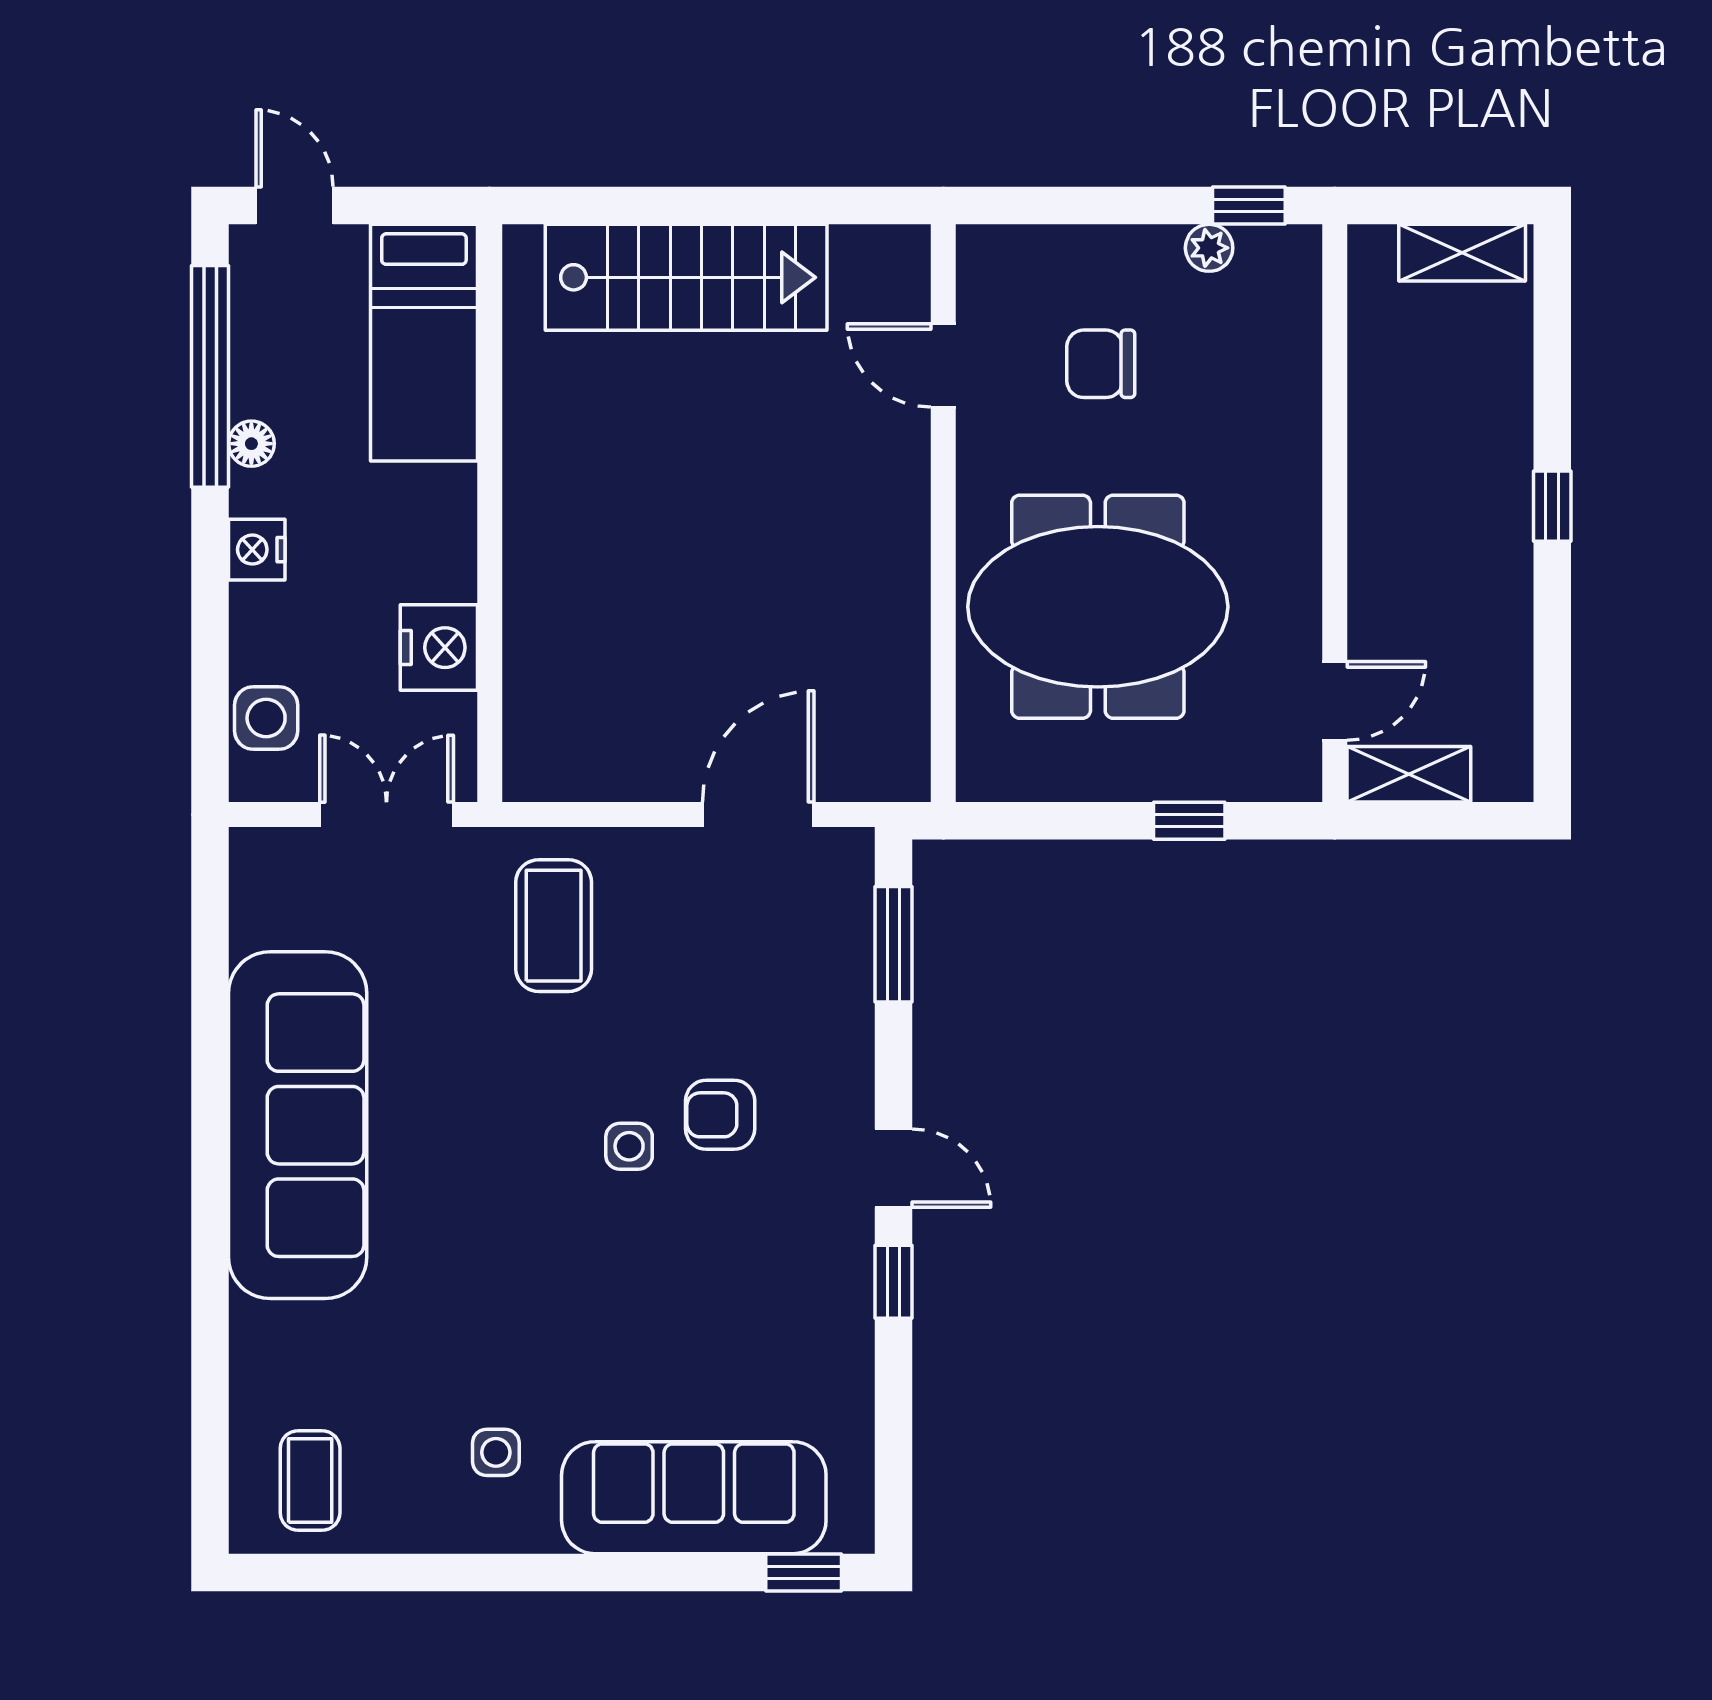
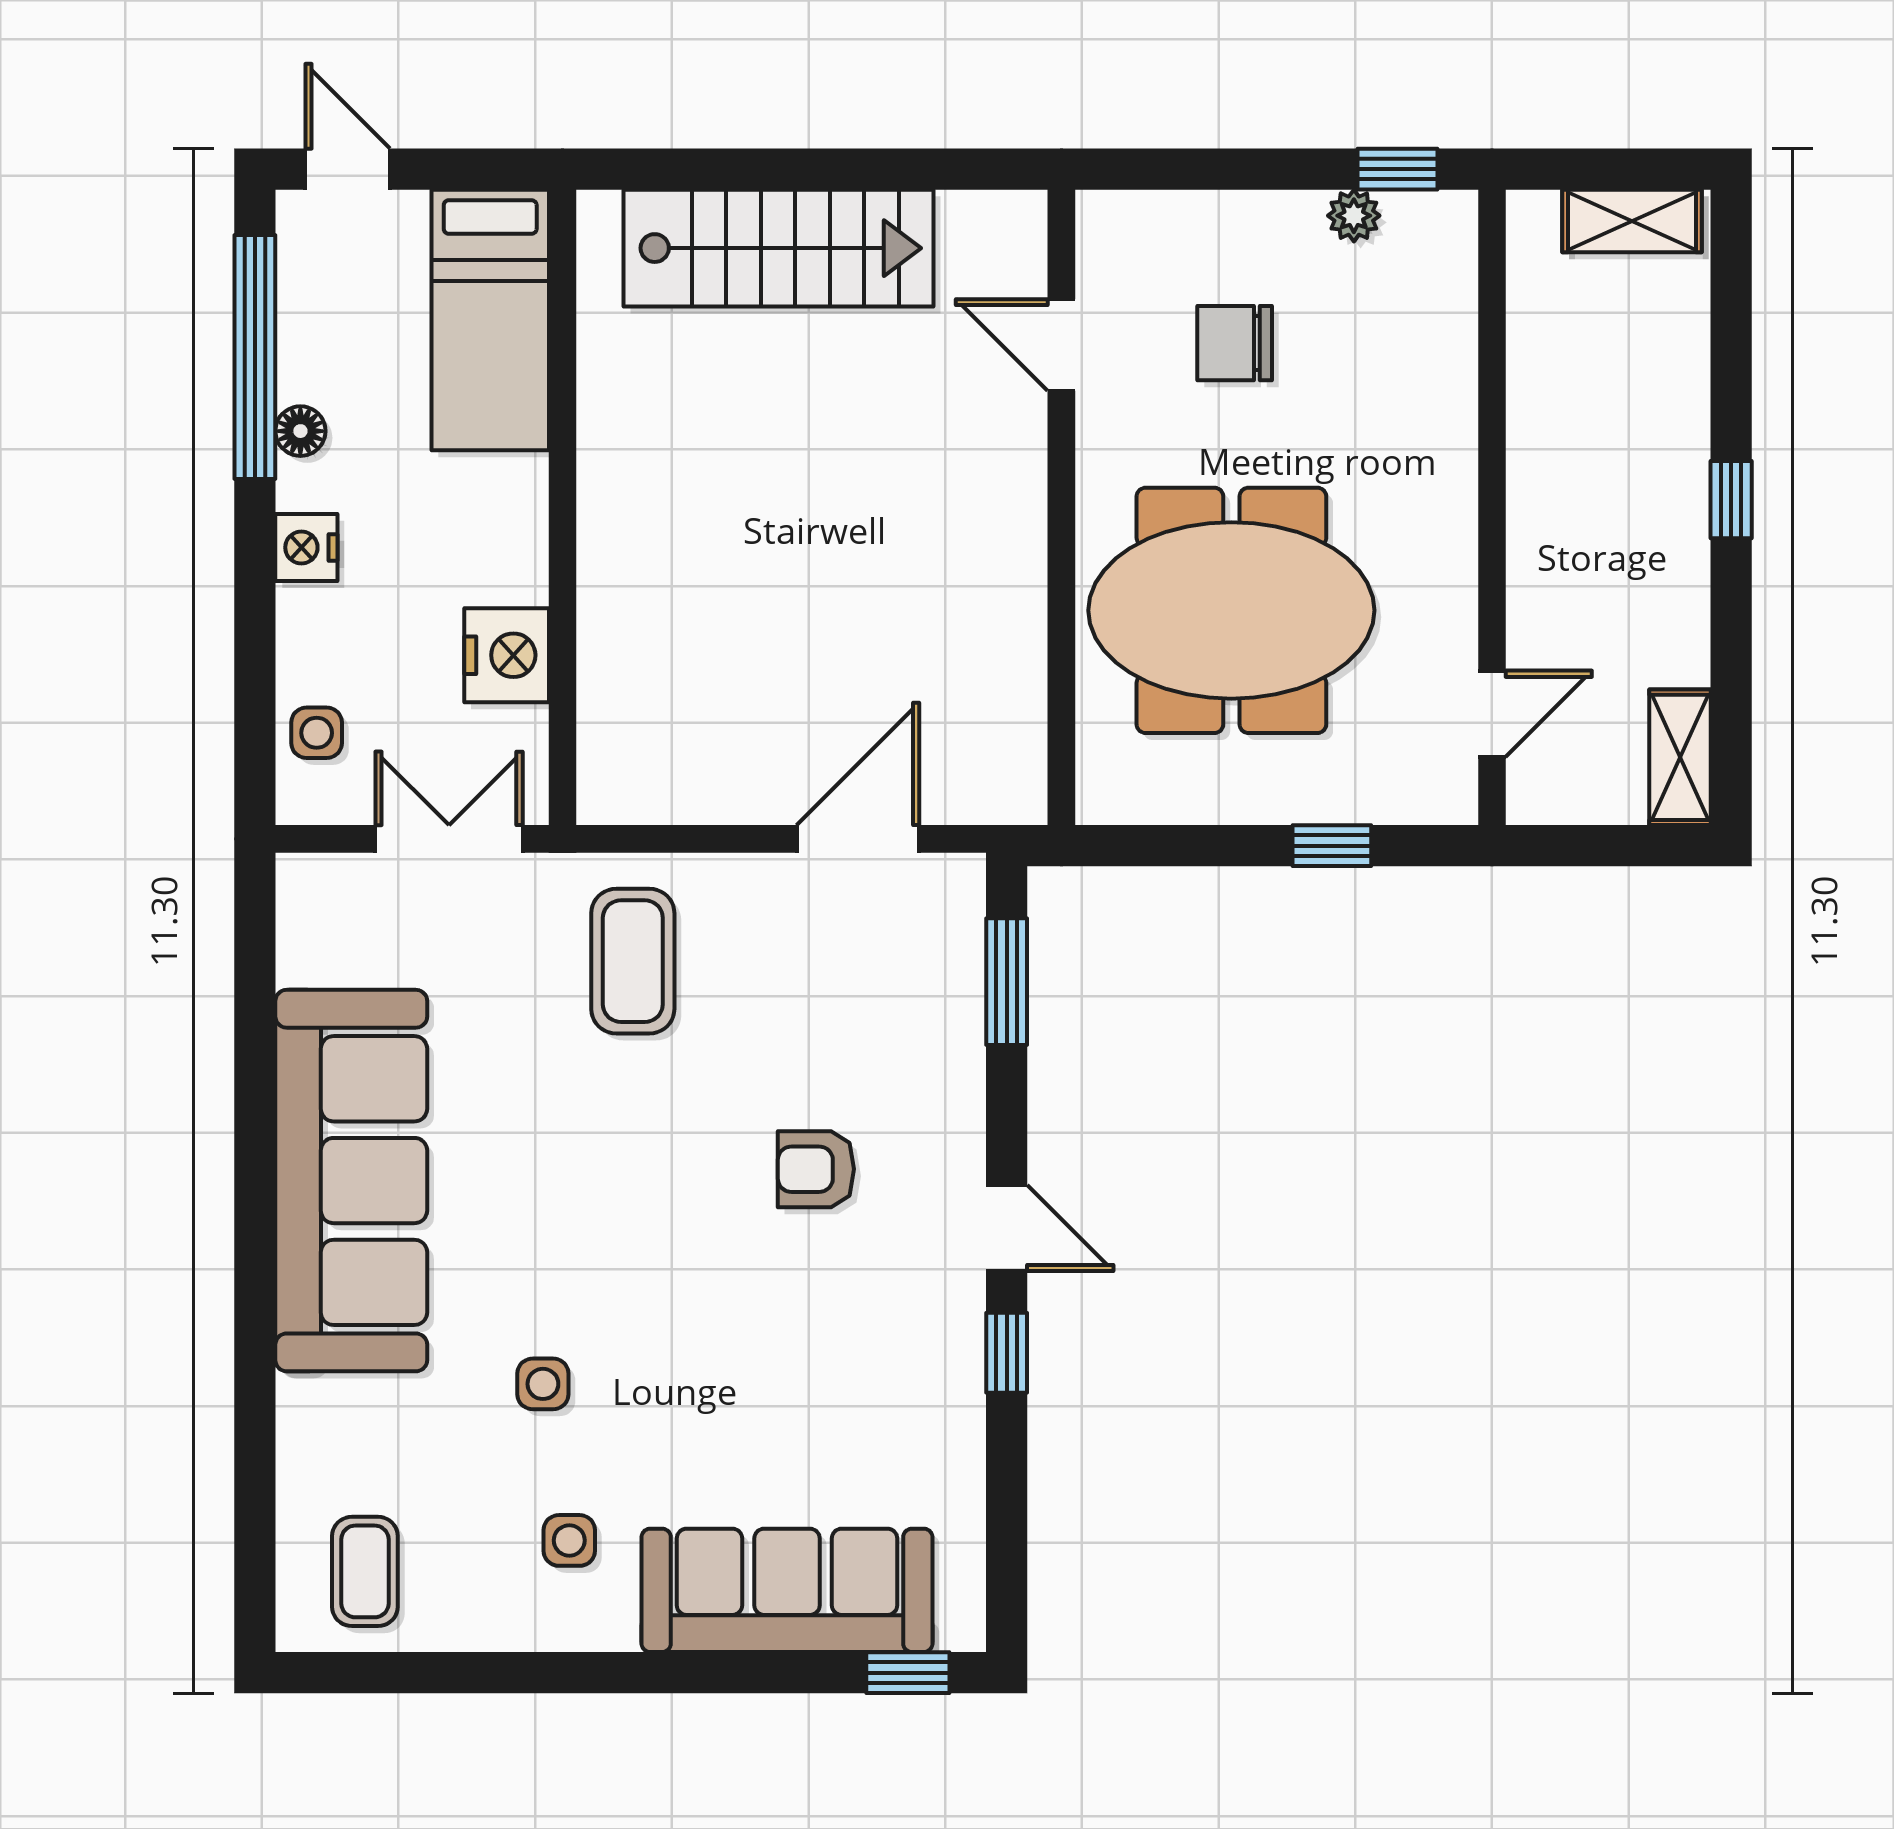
side table: (266, 718) -> (317, 733), width x0.73, depth x0.73
shelving: (1409, 774) -> (1680, 757), moved, turned 90
side table: (629, 1146) -> (543, 1384), moved

